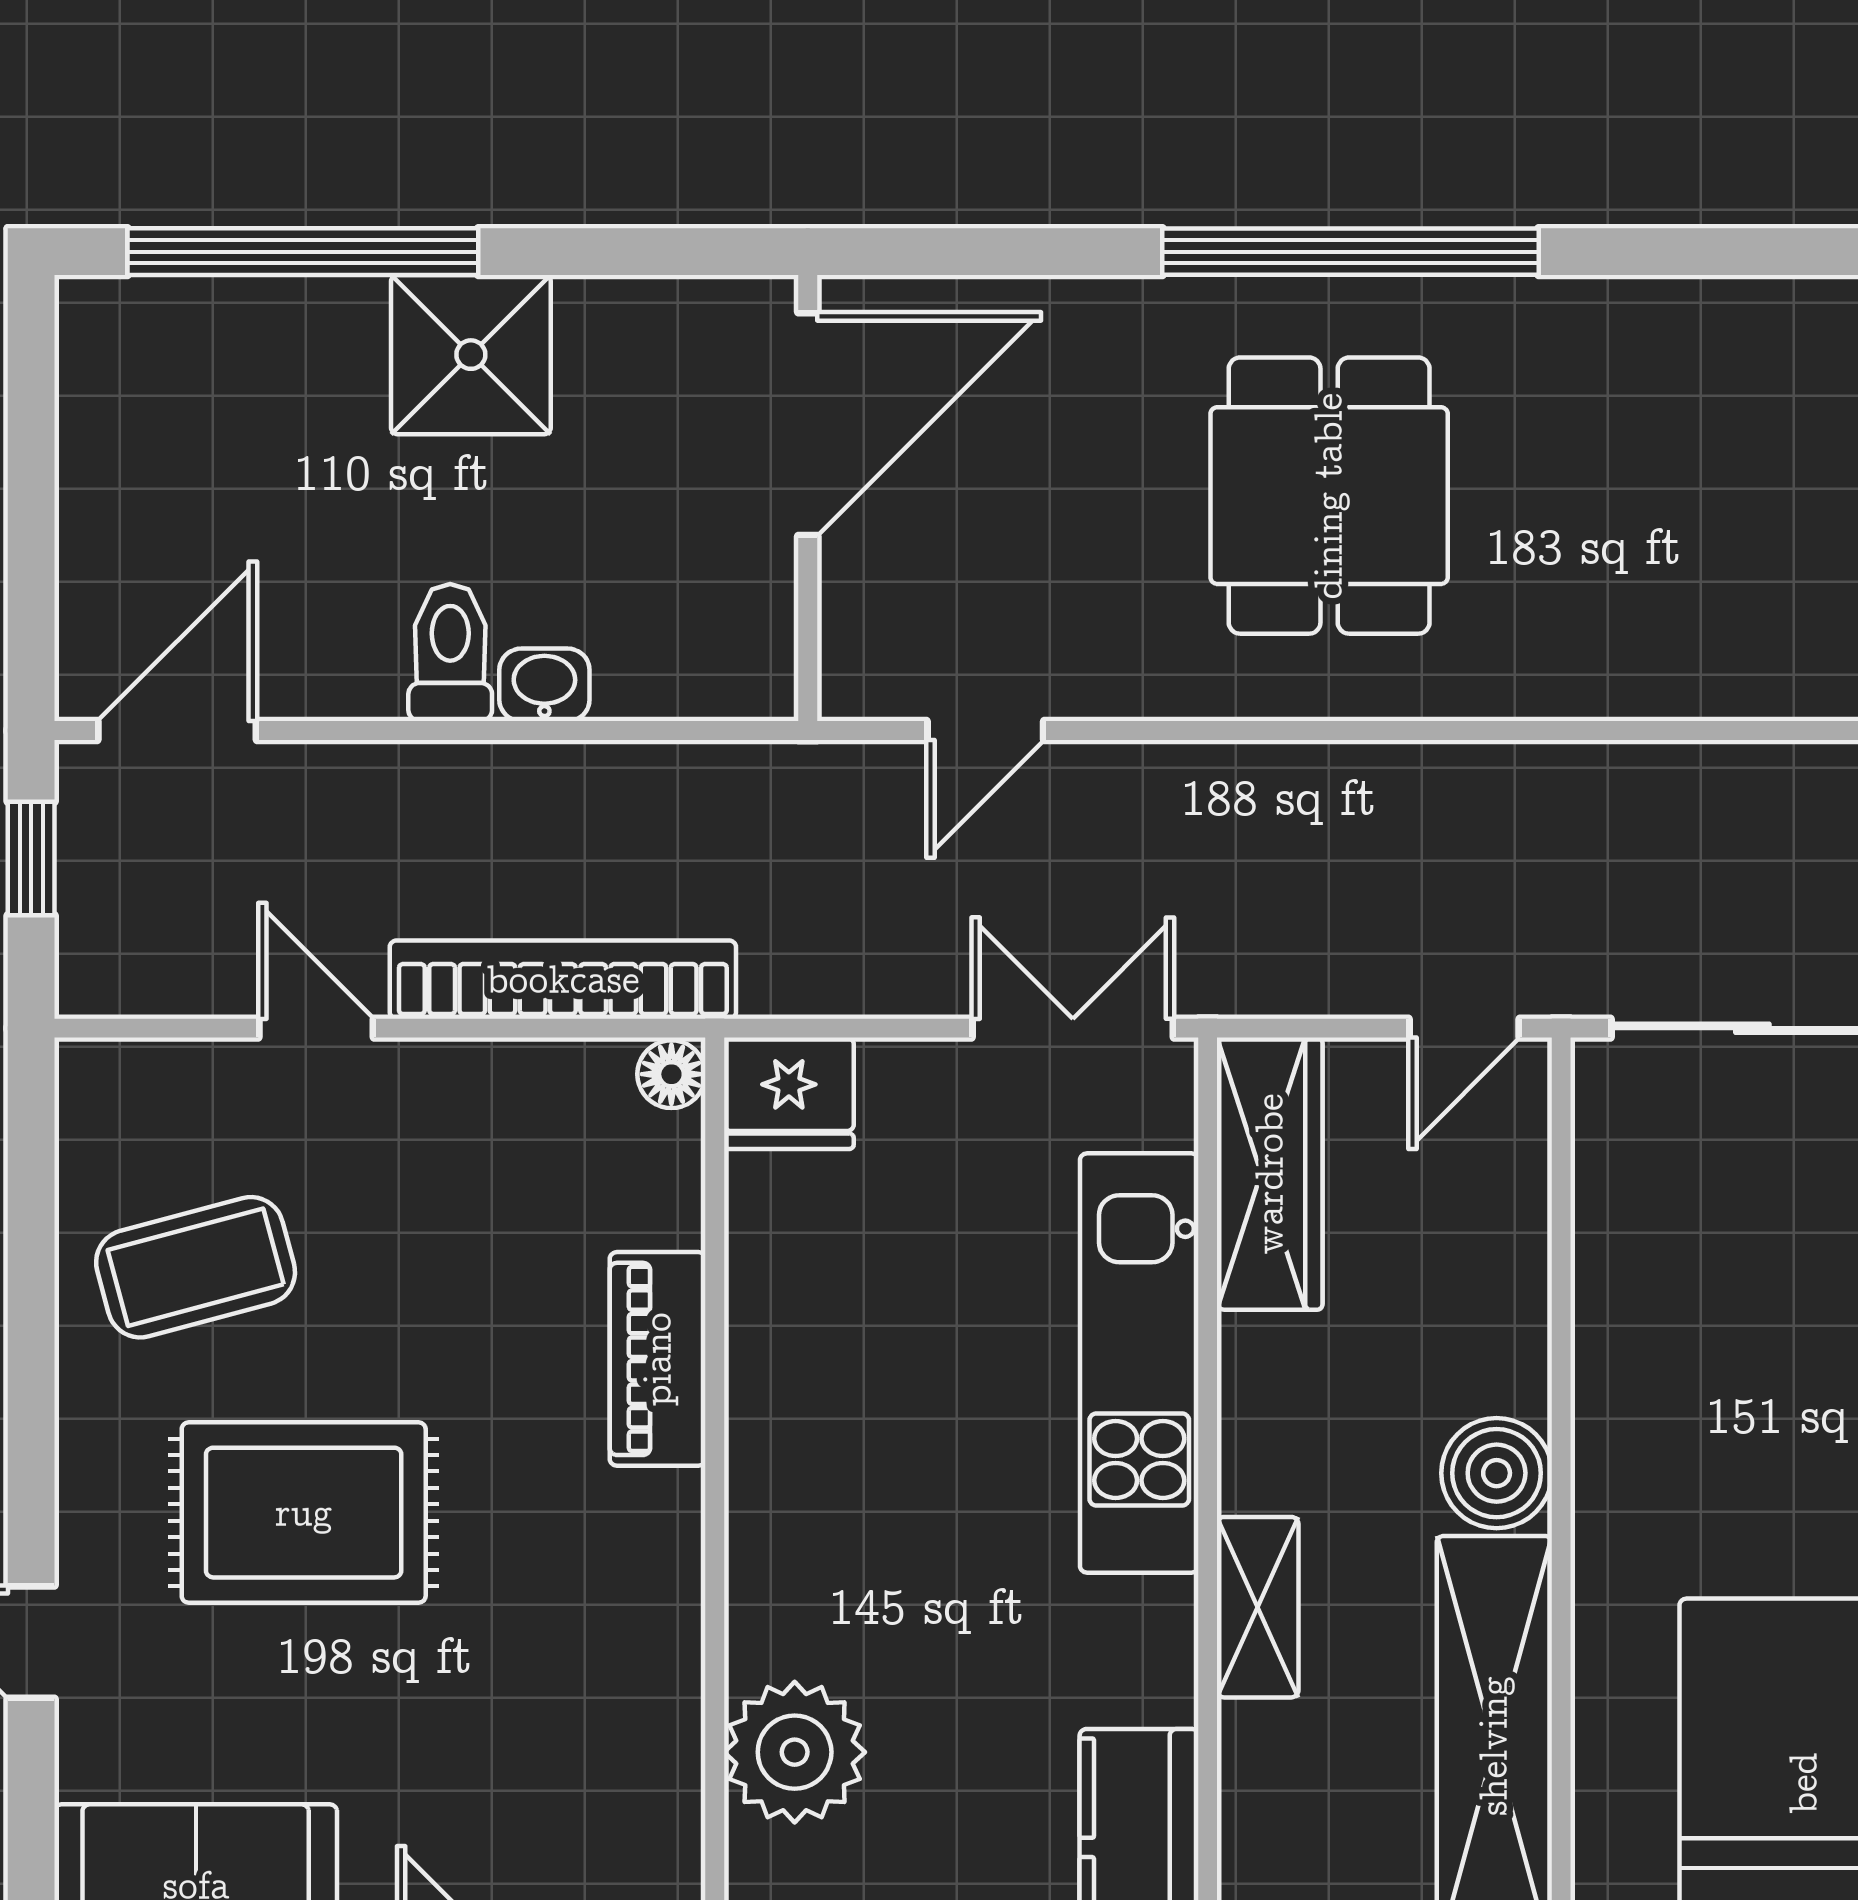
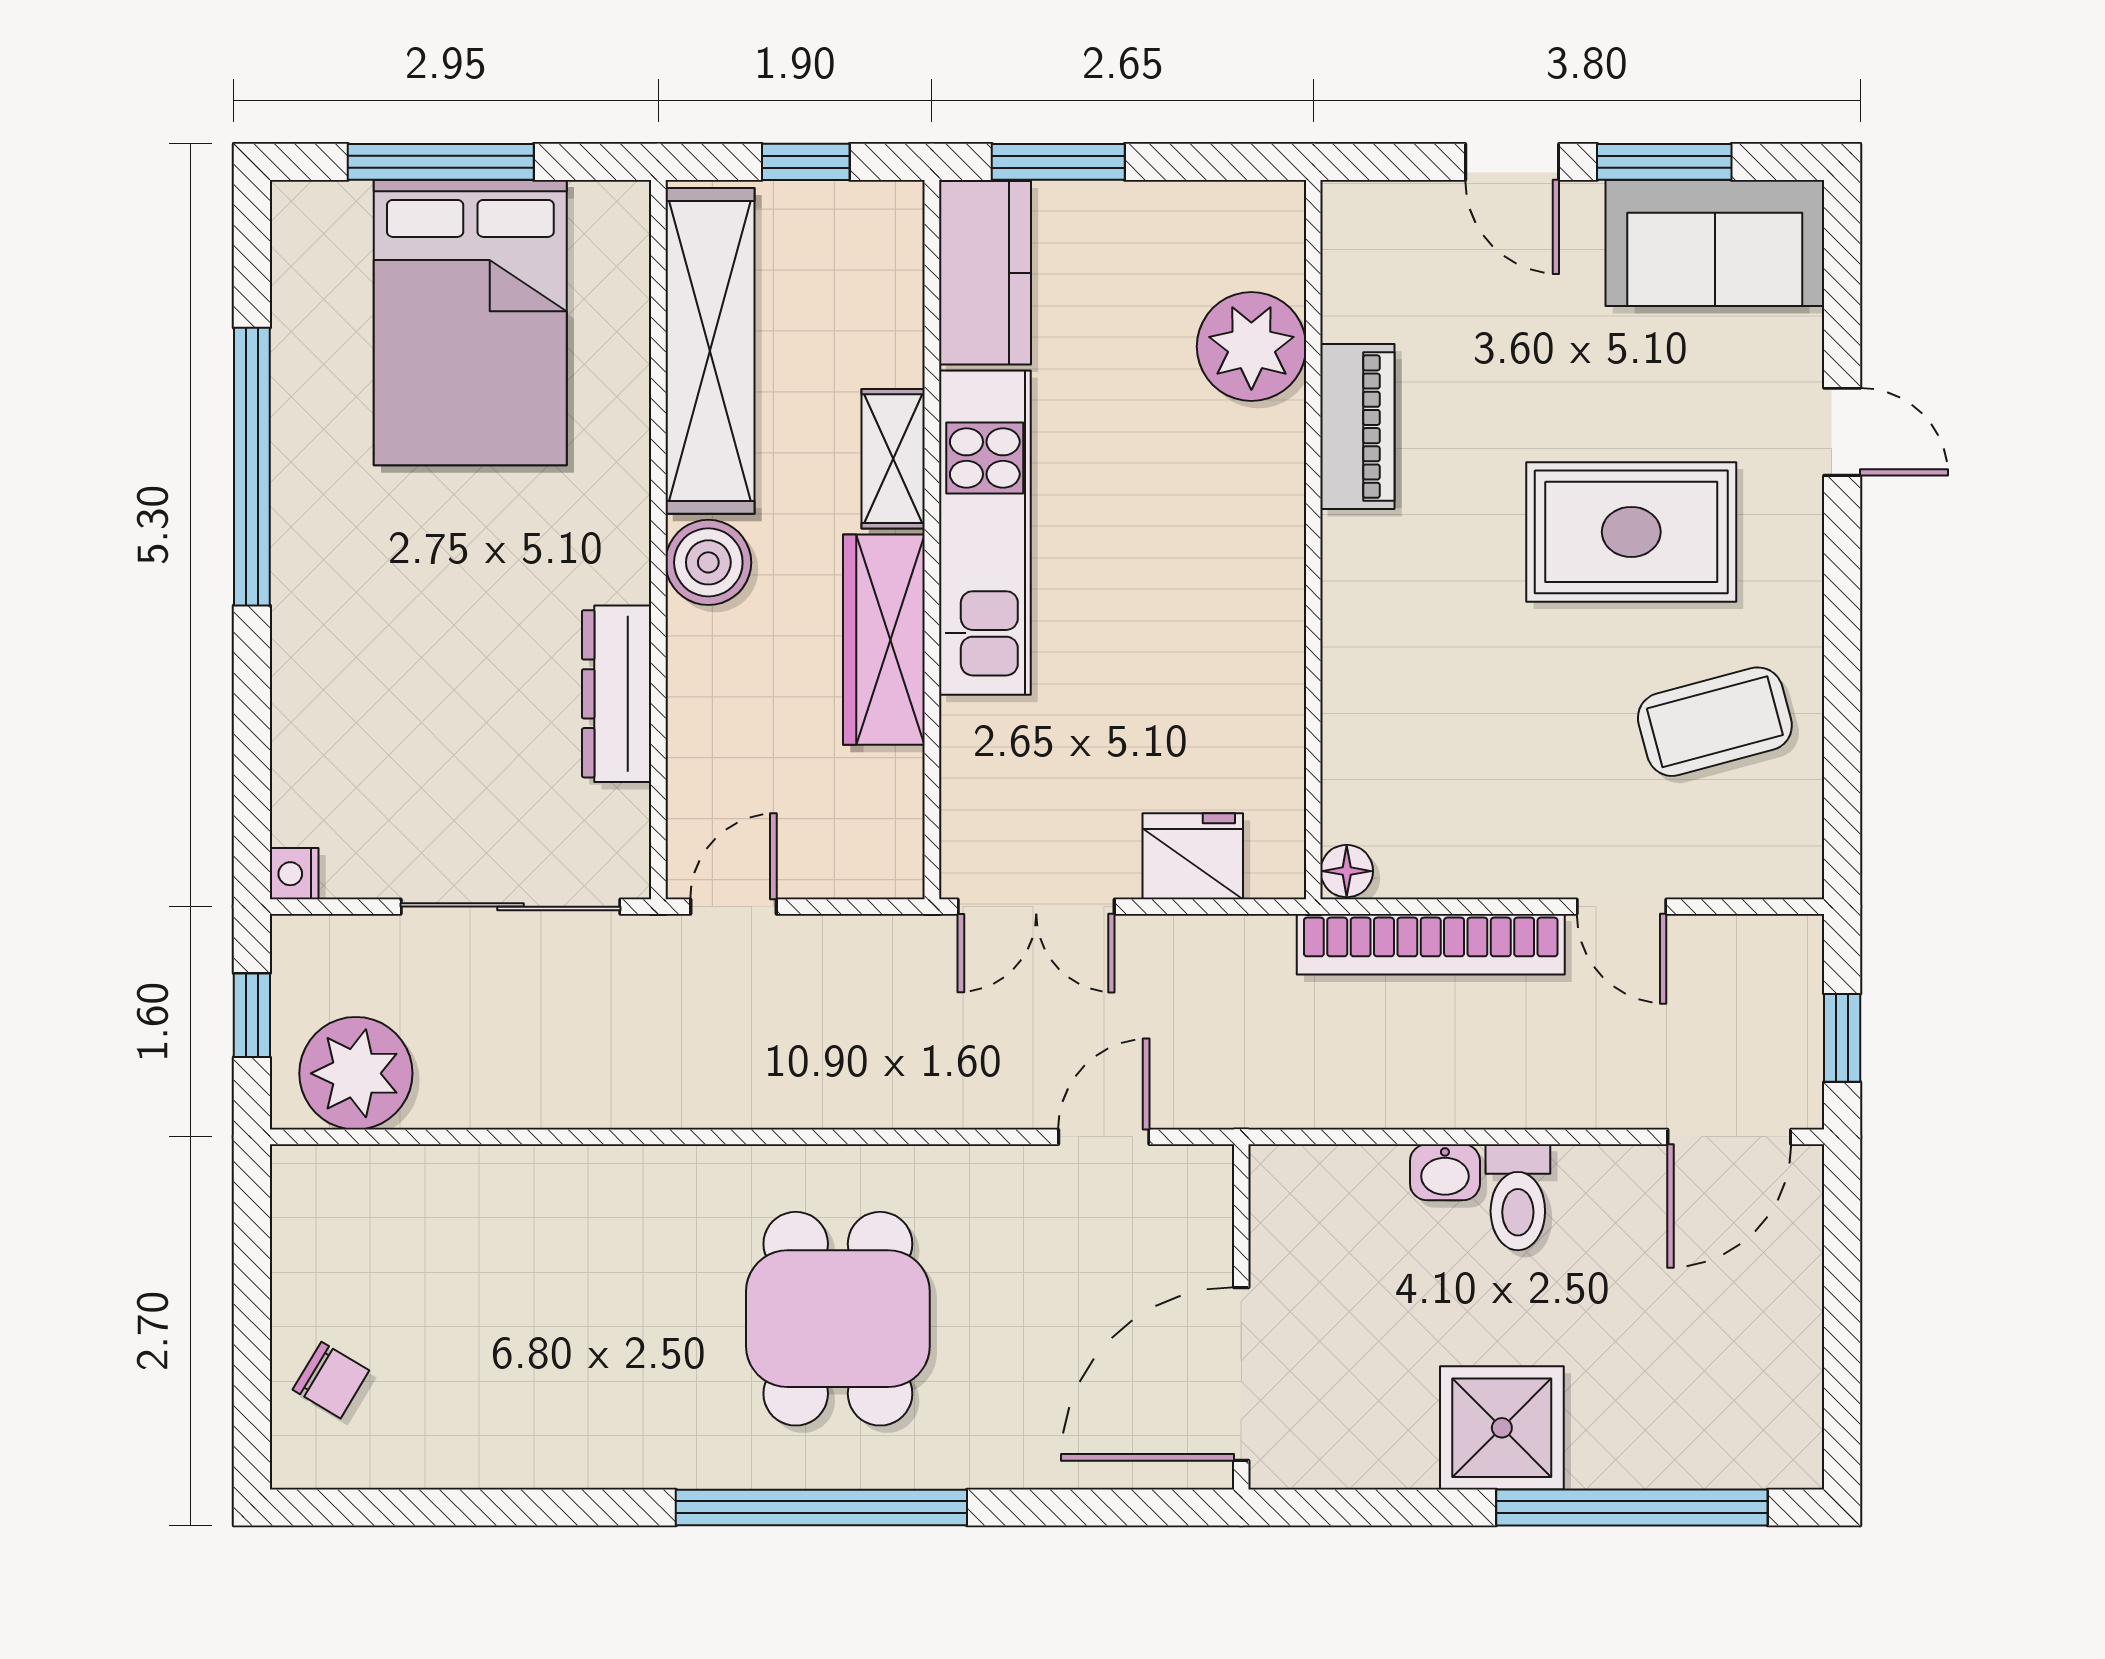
fridge: (789, 1093) -> (1193, 856), moved
wardrobe: (1270, 1174) -> (884, 640), moved
dresser: (1615, 1303) -> (617, 694), added
piano: (658, 1359) -> (1357, 427), moved
kitchen unit: (1139, 1363) -> (985, 533), moved

